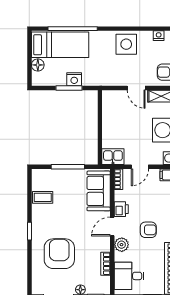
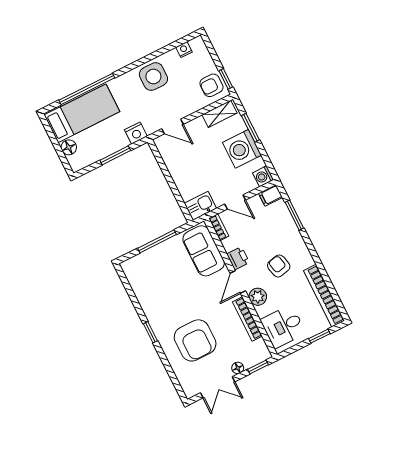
nightstand: (74, 79) -> (136, 133), moved
door: (136, 88) -> (172, 127), moved
door: (140, 167) -> (235, 202), hinge flipped
coffee table: (43, 197) -> (146, 288), removed
armchair: (148, 230) -> (279, 266), turned -103
armchair: (59, 254) -> (195, 340), turned 180
bookcase: (106, 264) -> (247, 319), width x1.56

